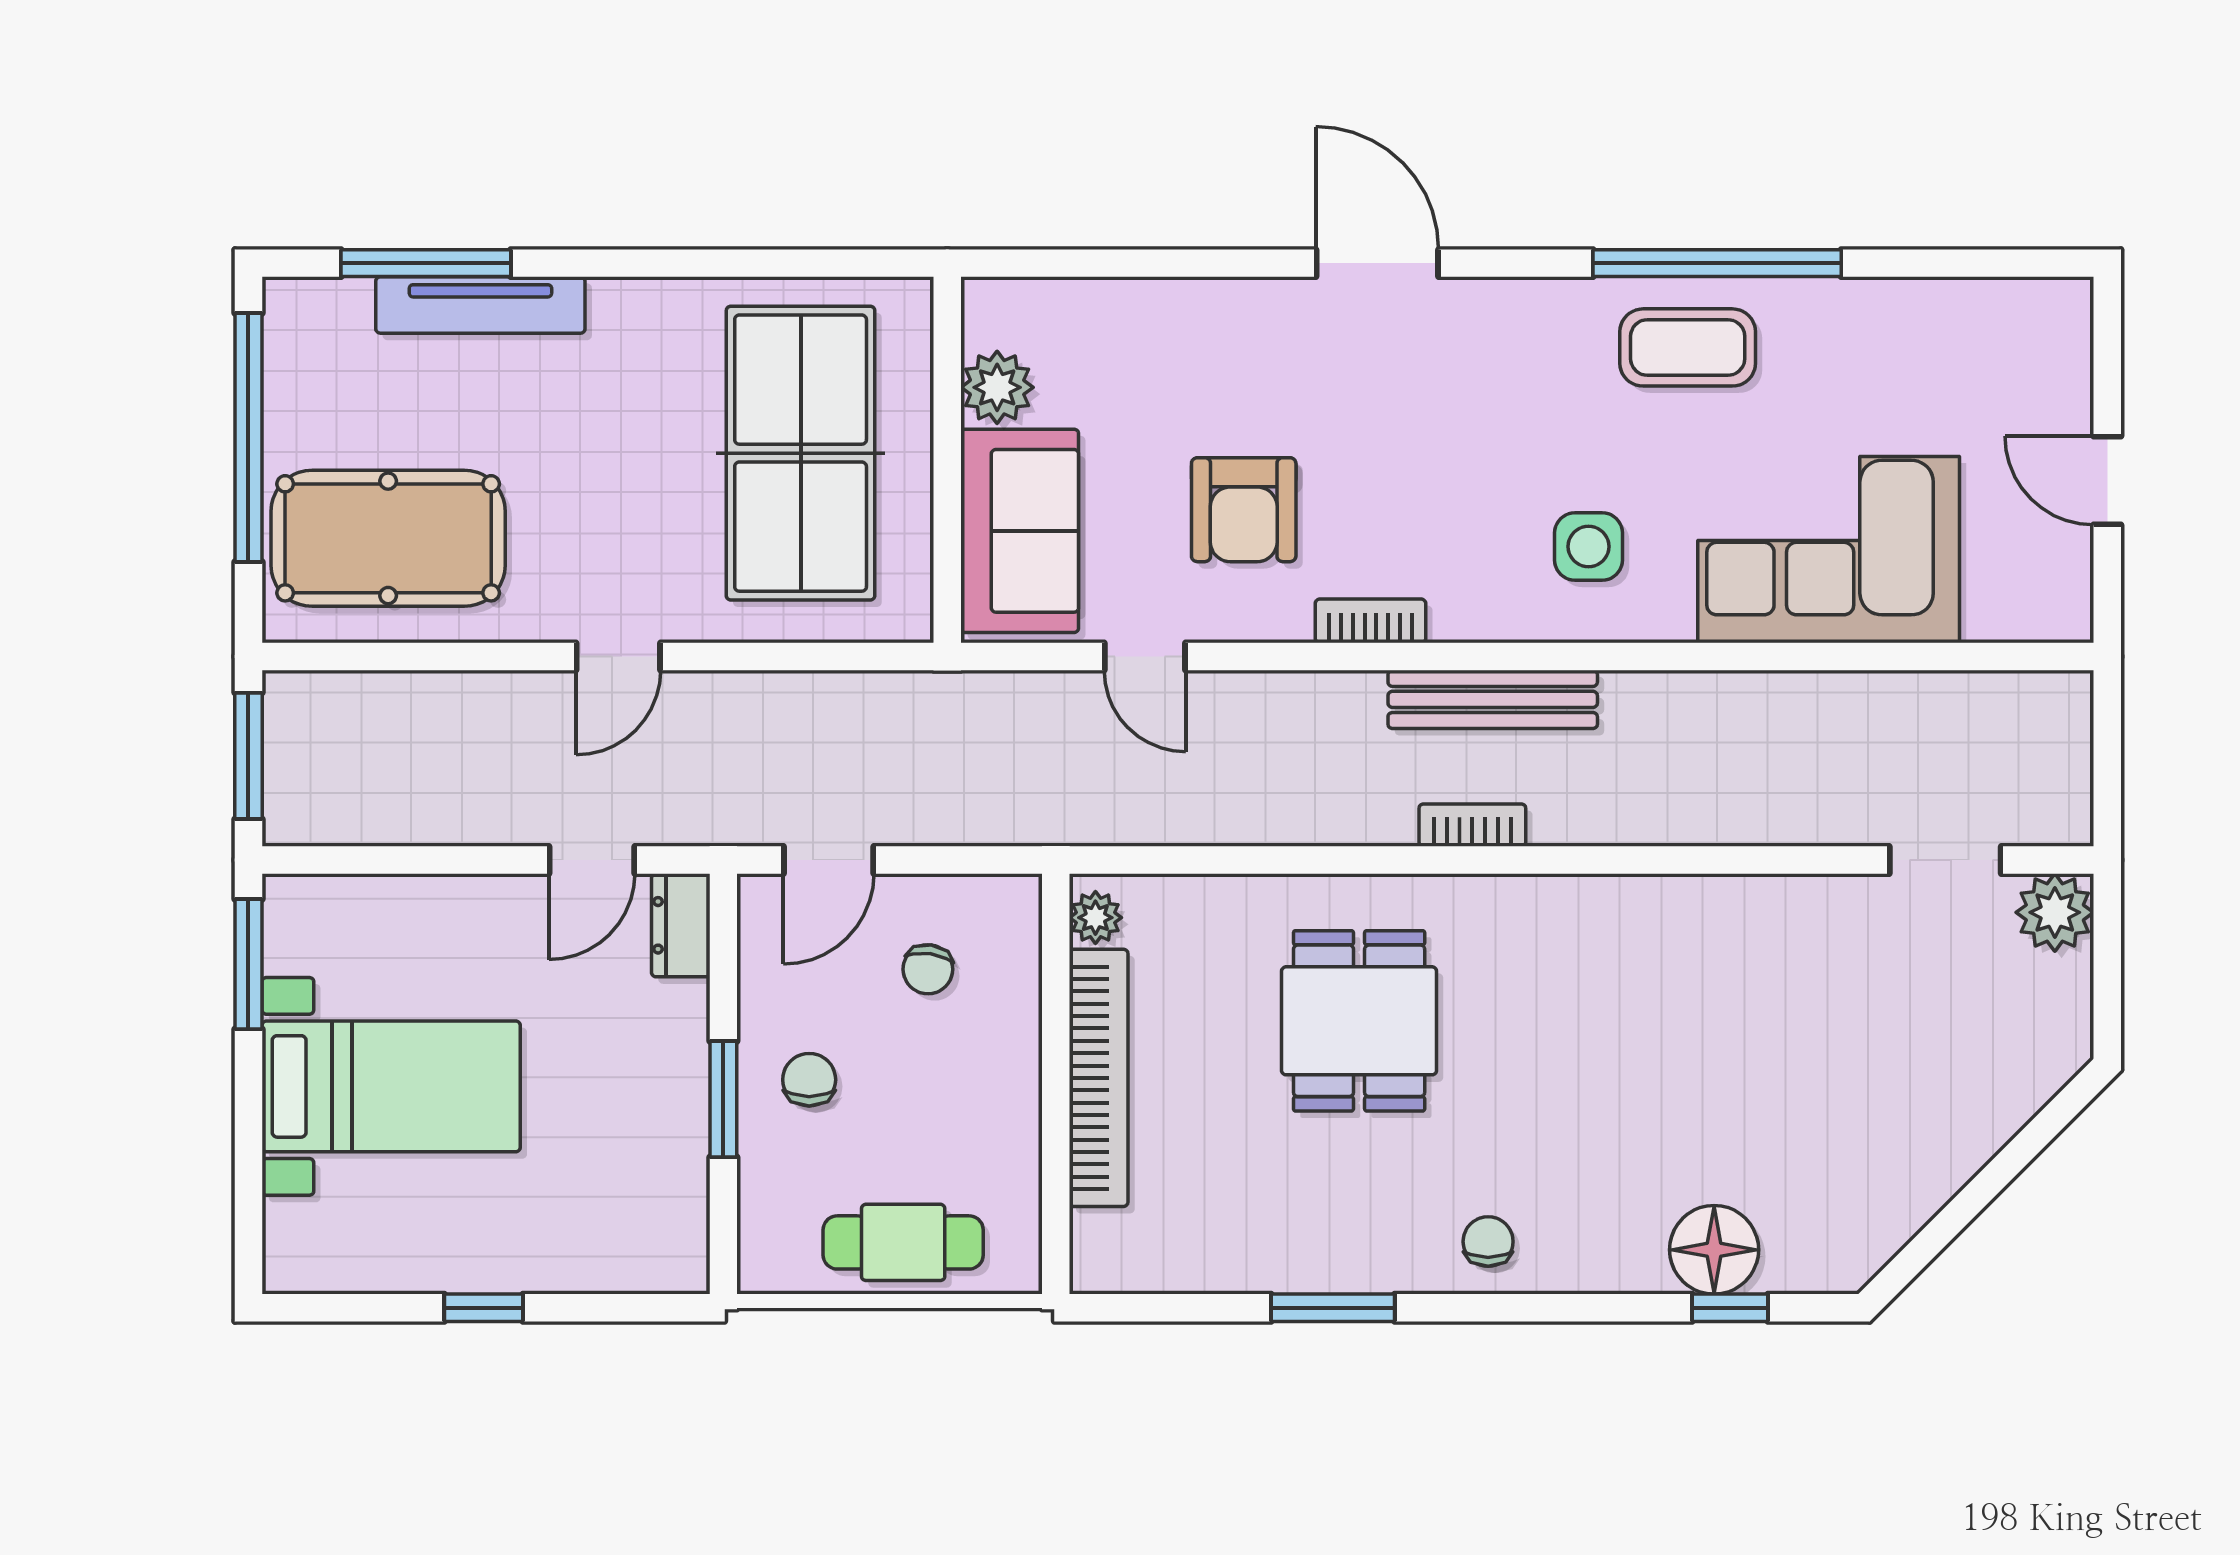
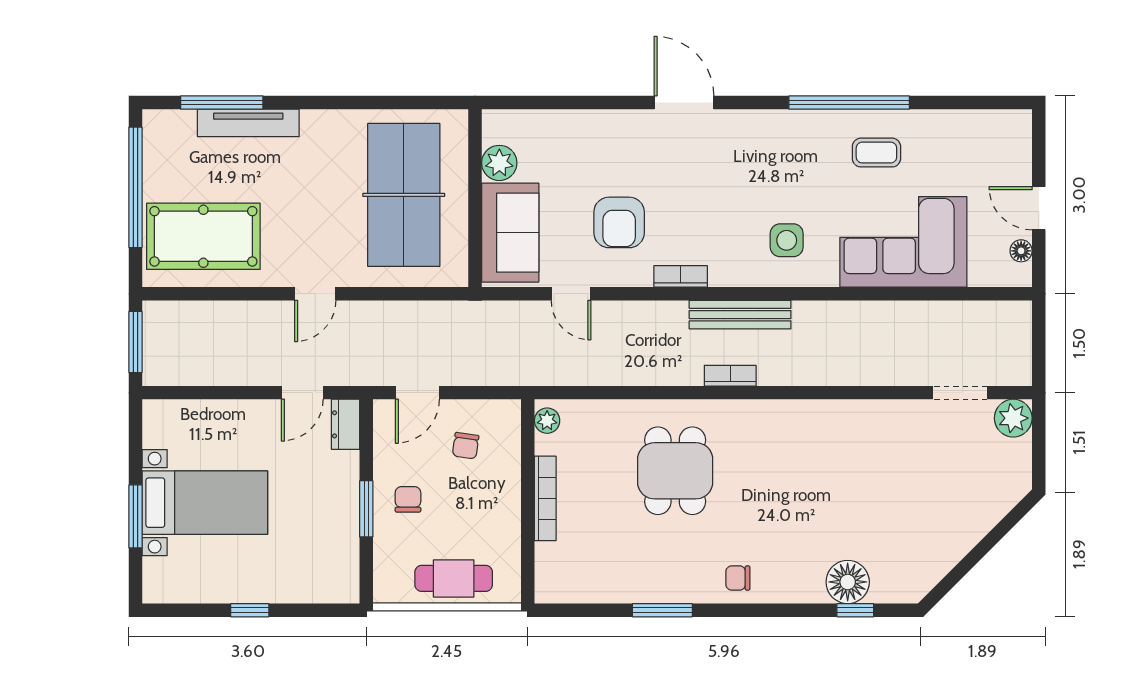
coffee table: (1688, 347) -> (876, 153), moved, width x0.73, depth x0.77
floor lamp: (2071, 568) -> (1021, 251), added
window: (248, 964) -> (136, 516), moved
bookcase: (1099, 1078) -> (545, 498), width x0.68, depth x0.76
chair: (1488, 1242) -> (738, 578), turned -90

